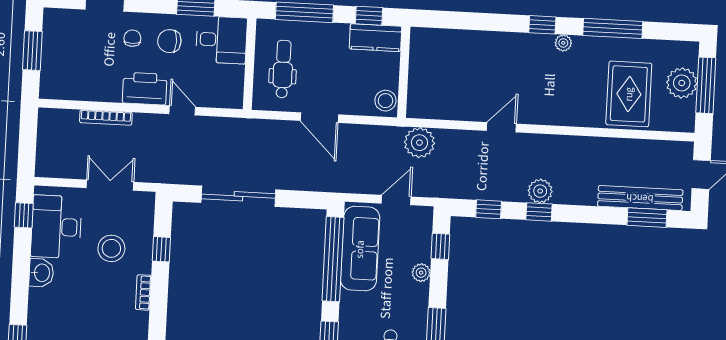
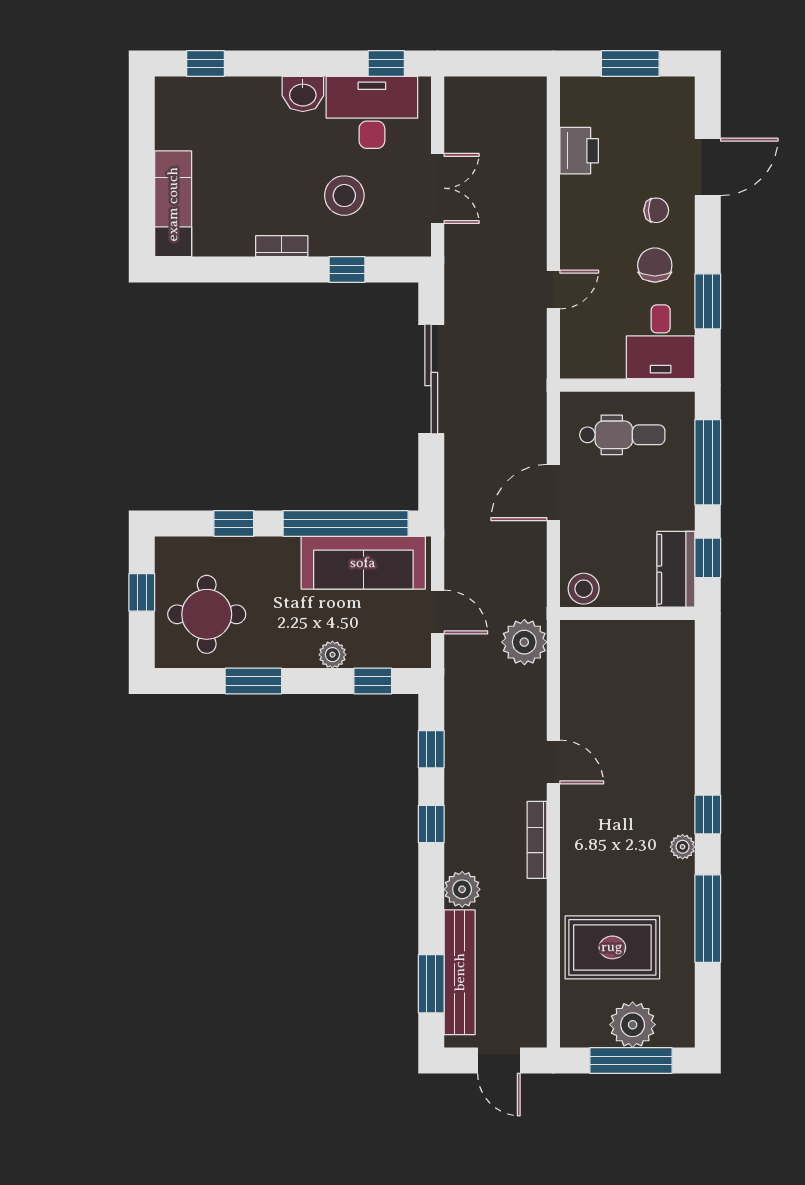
printer: (145, 89) -> (579, 151), moved, width x0.73, depth x0.84
bookcase: (106, 117) -> (537, 840), moved
plant: (540, 191) -> (462, 889), moved

